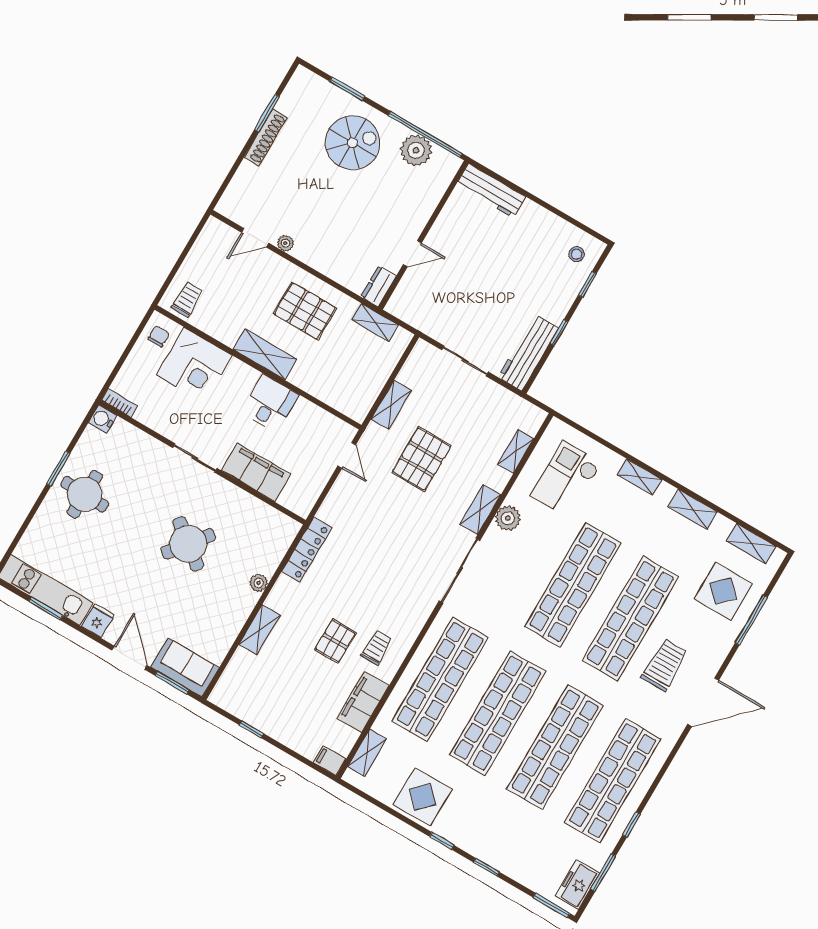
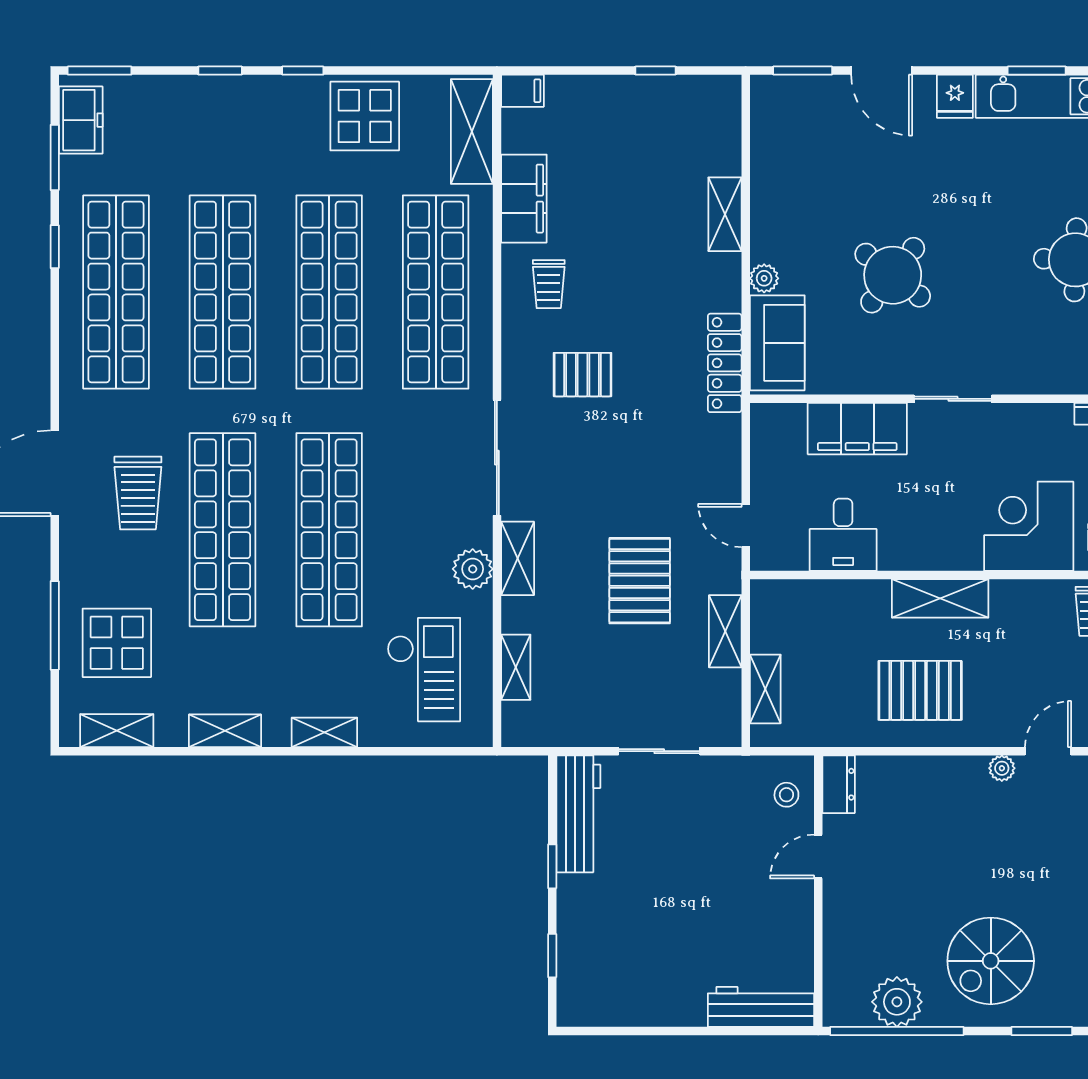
stool: (577, 254) -> (786, 795), moved
shelving: (375, 322) -> (765, 689), moved, turned 90
desk: (270, 403) -> (843, 535), moved
pallet: (335, 641) -> (583, 375), moved, turned 90
sofa: (185, 667) -> (777, 343), moved, turned -90
shelving: (367, 753) -> (472, 132), width x1.50, depth x1.33

